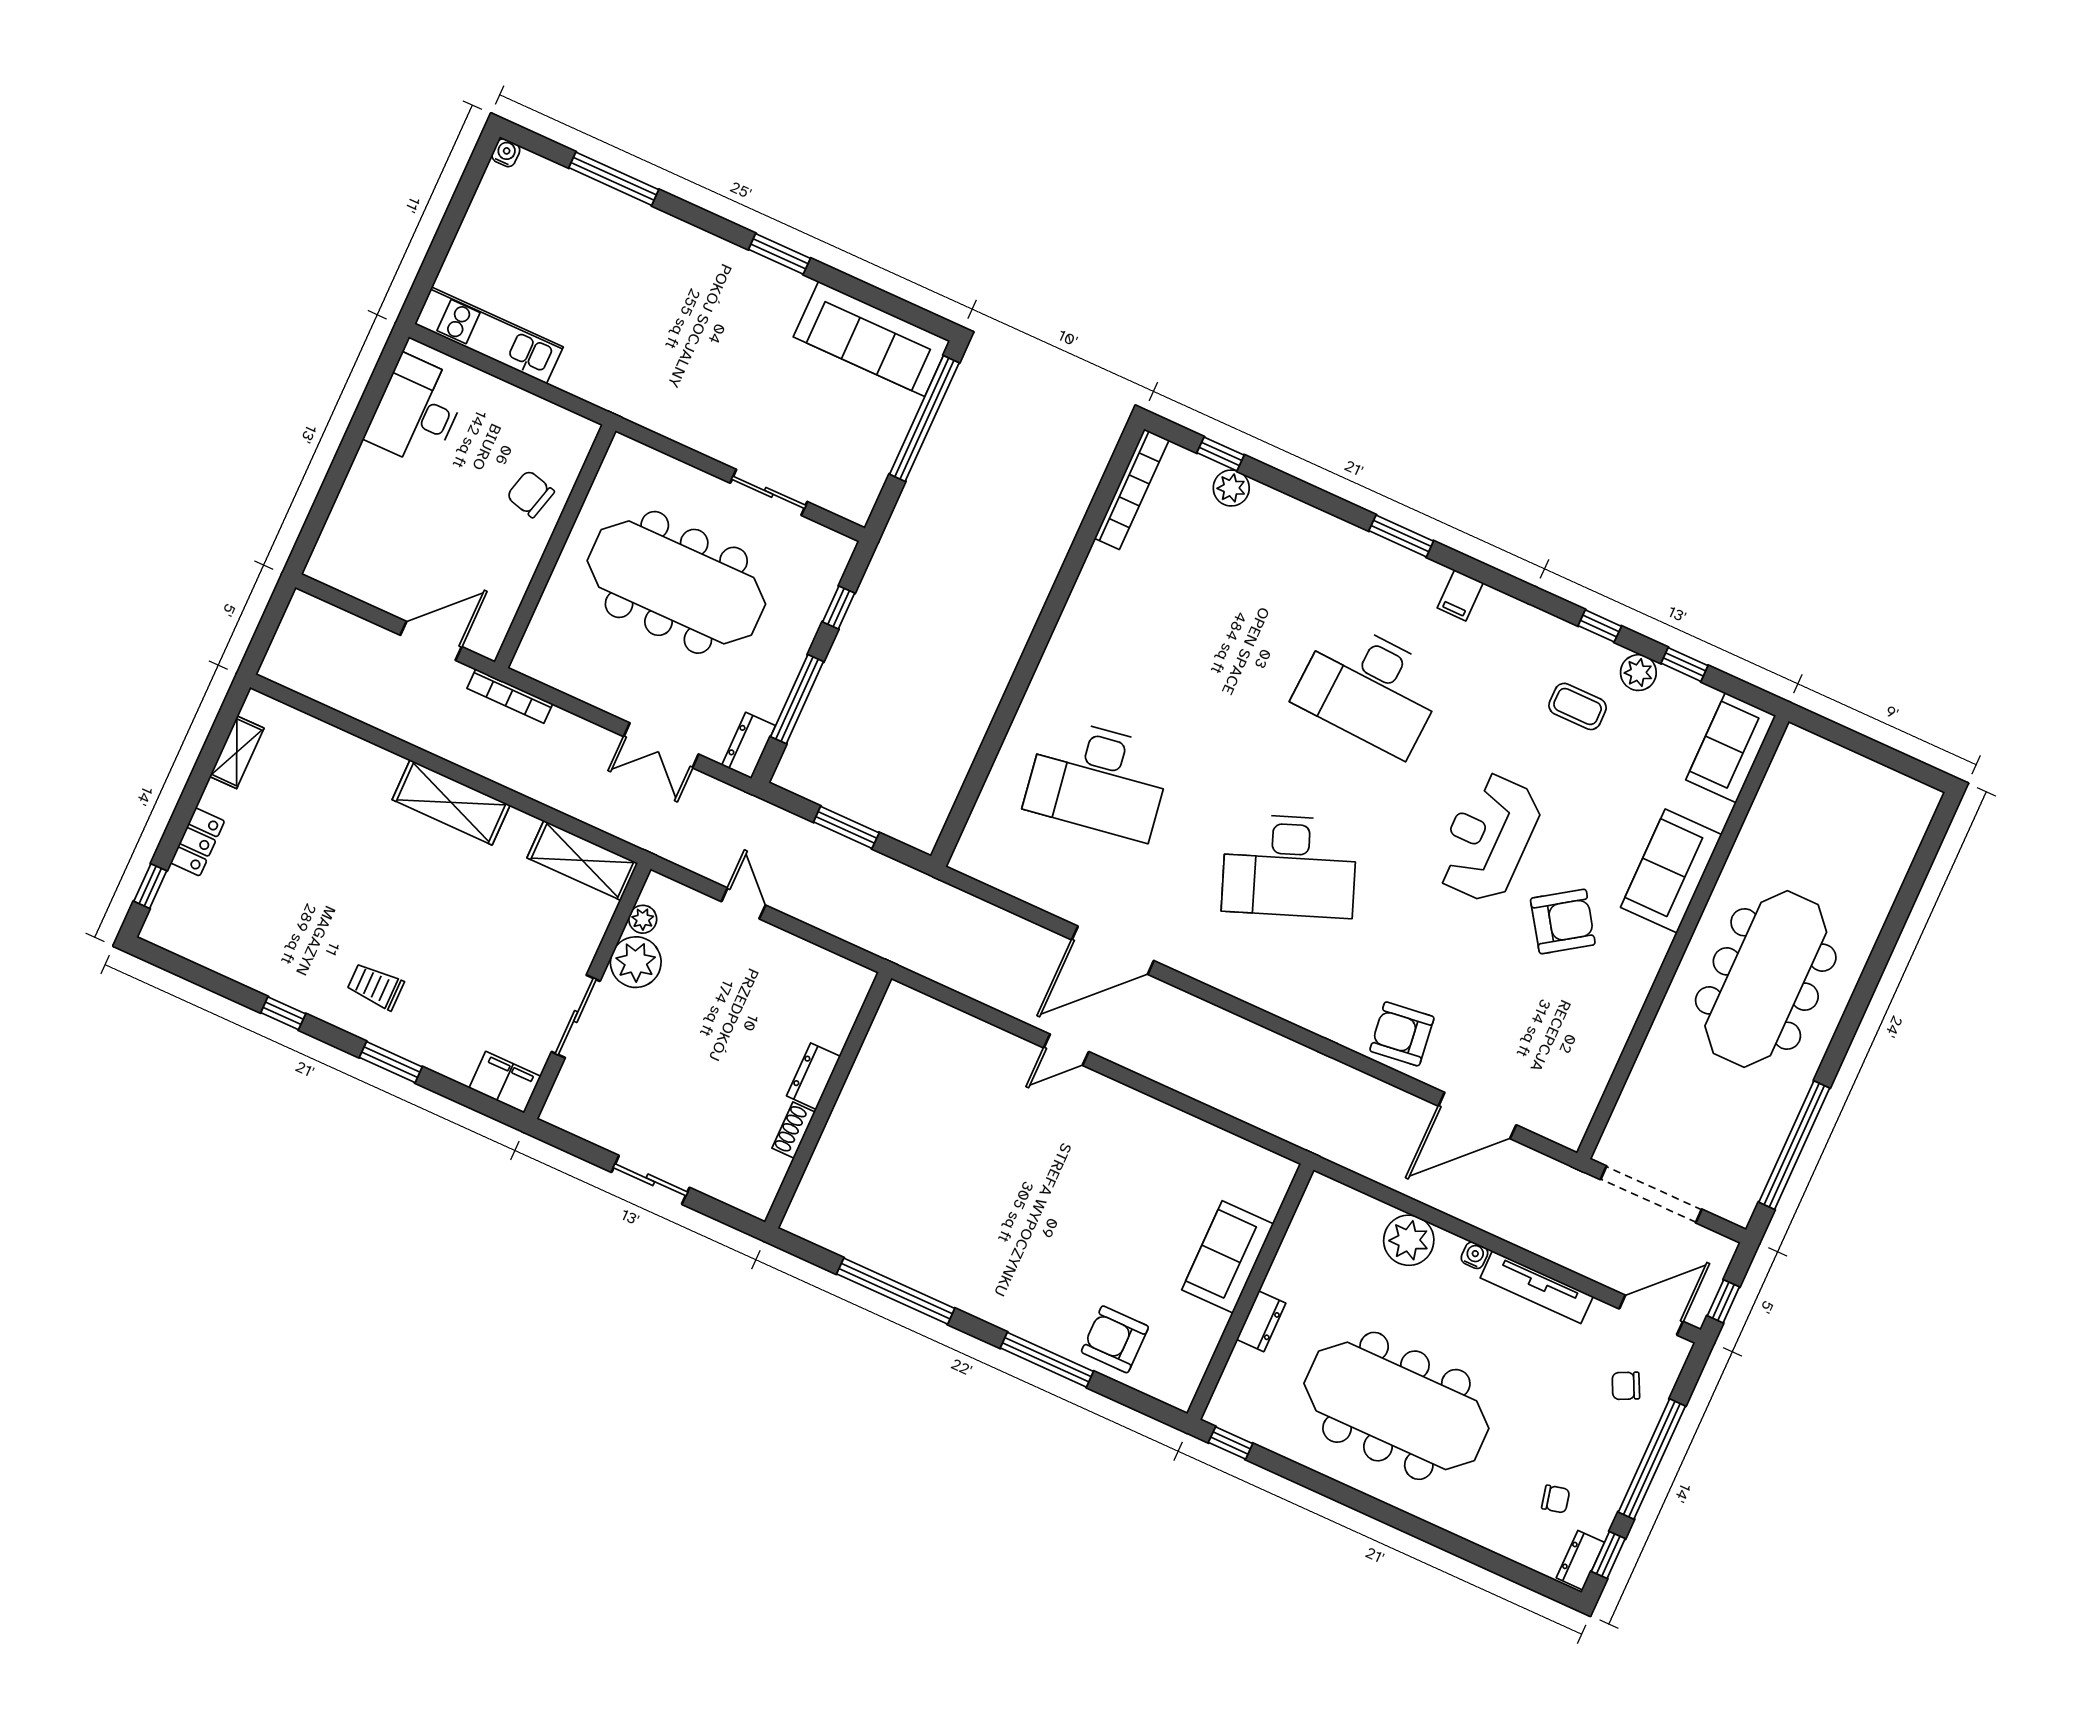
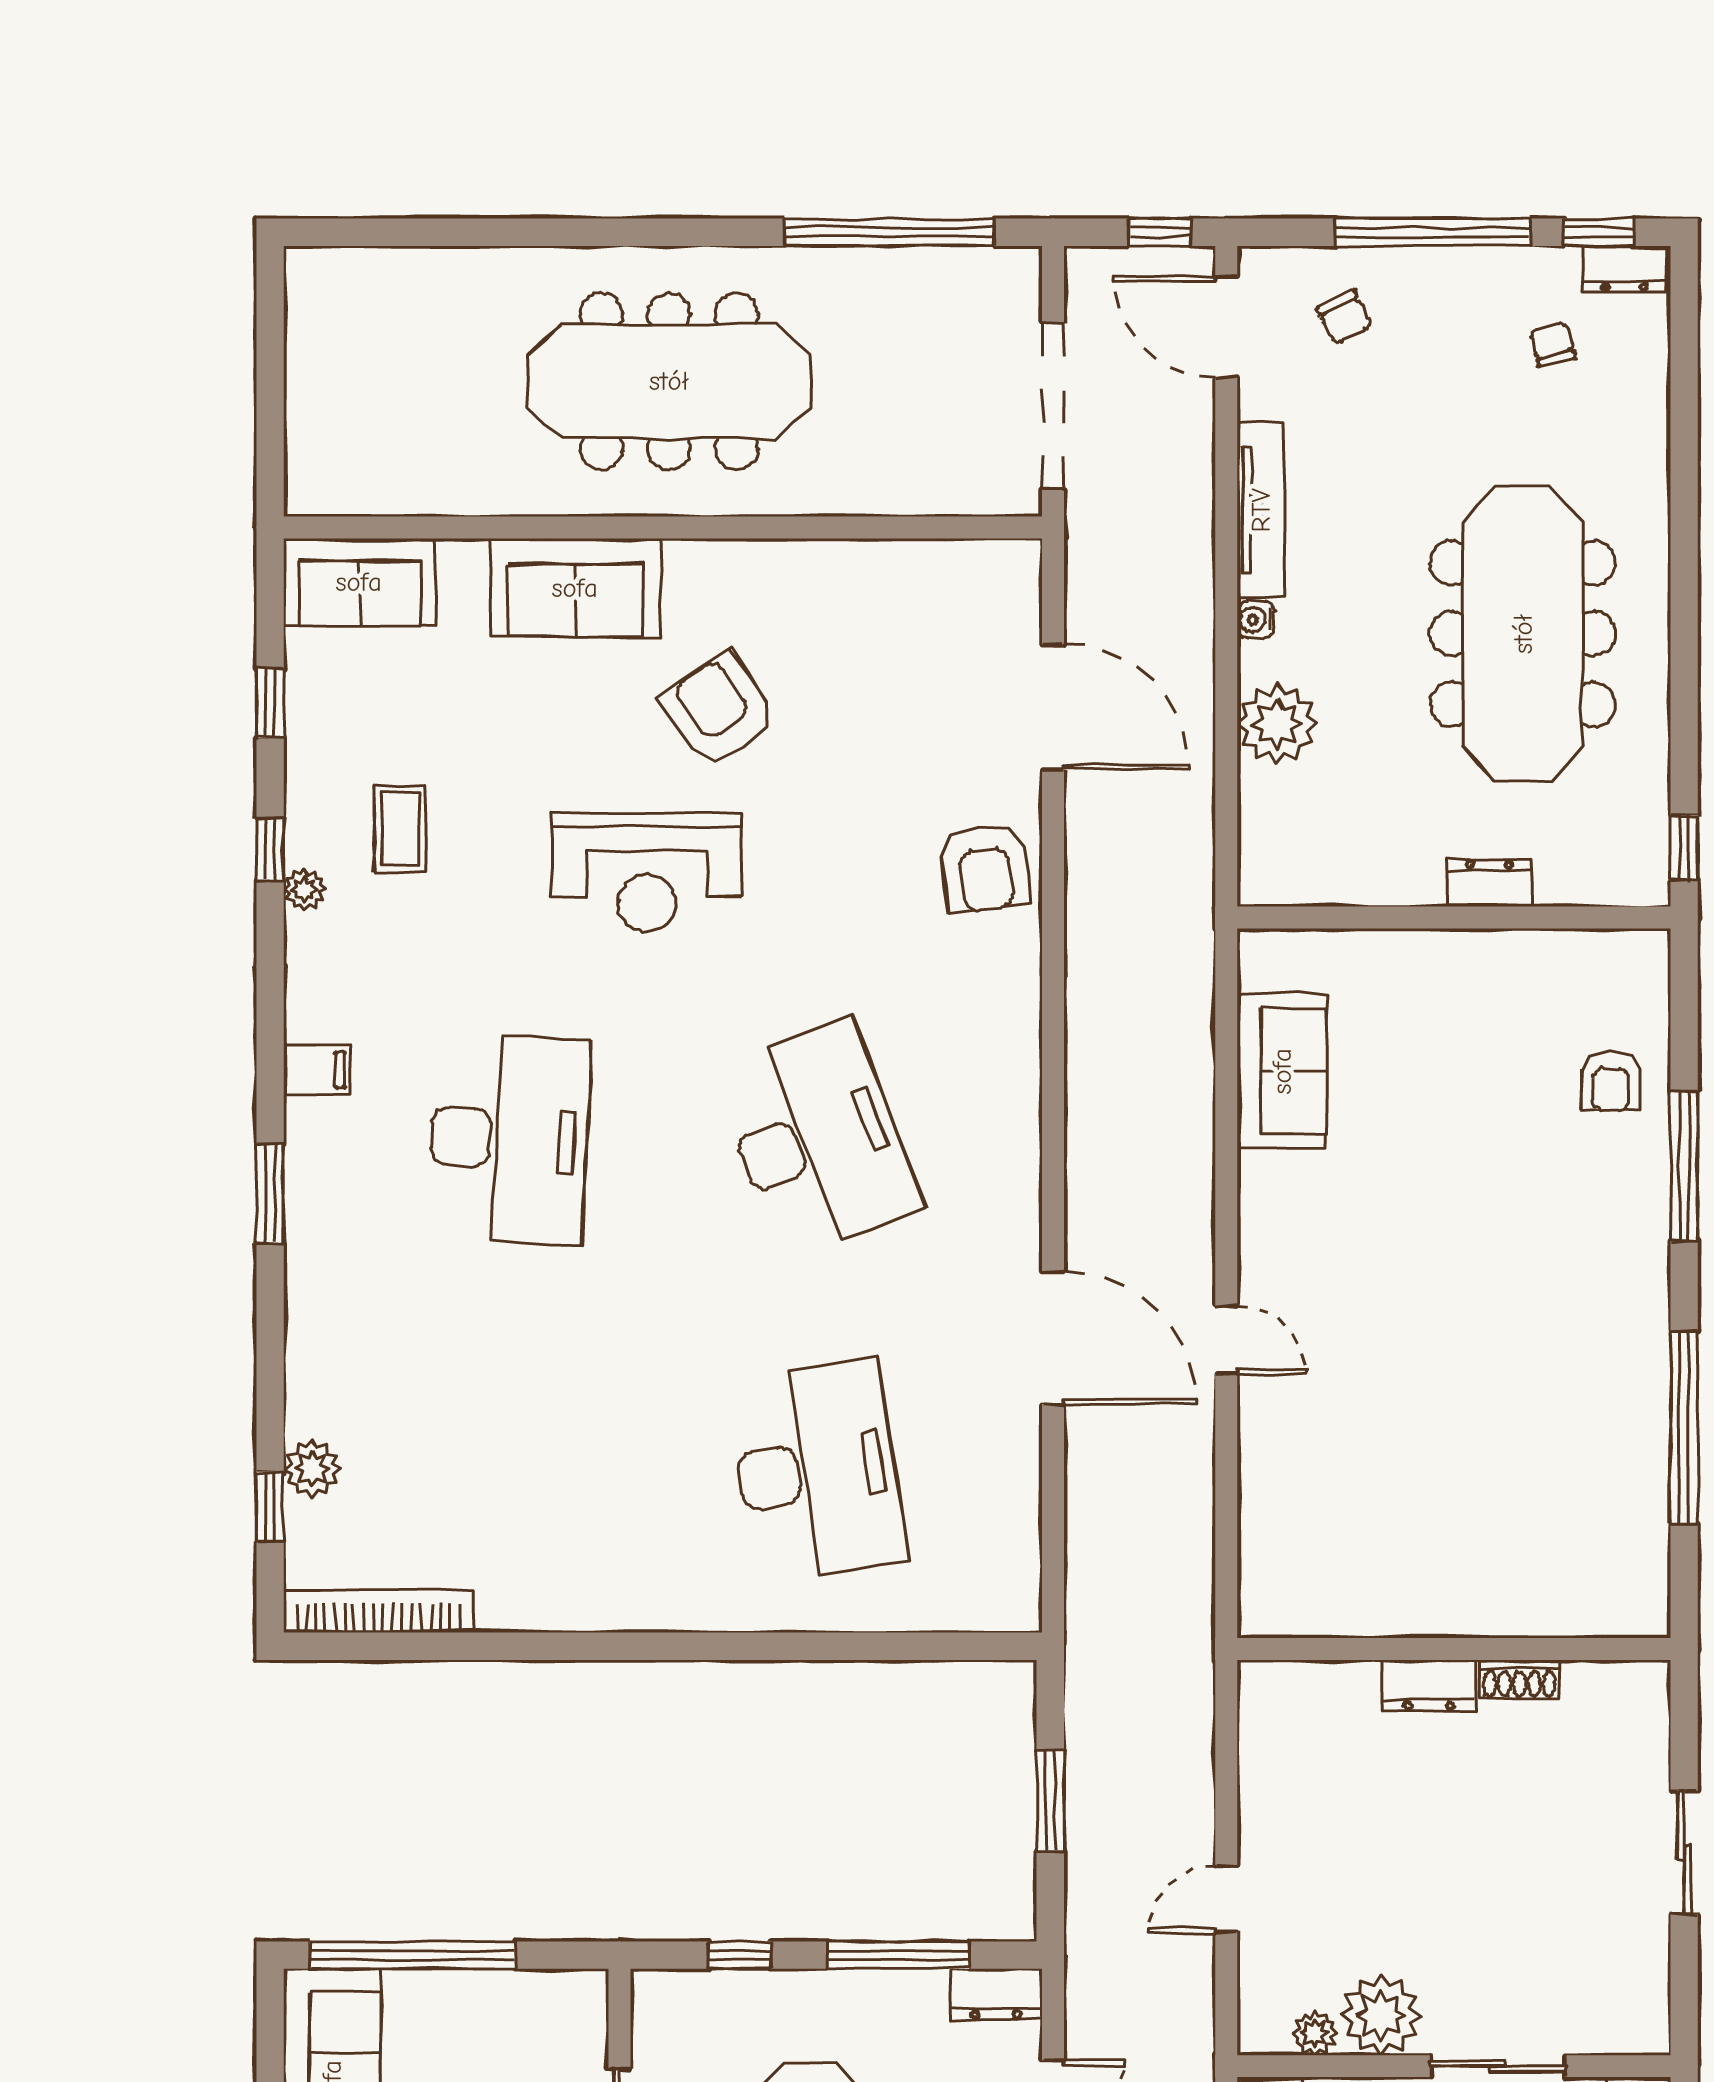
plant: (1638, 673) -> (304, 889), moved, width x0.73, depth x0.73
sofa: (1228, 1257) -> (1282, 1071), moved, turned -90
armchair: (1115, 1339) -> (1610, 1081), width x0.72, depth x0.72

